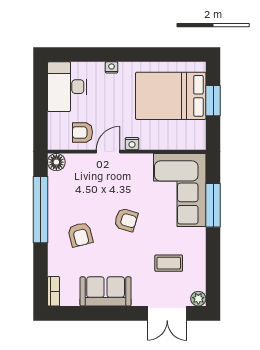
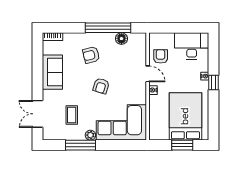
window: (121, 55) -> (214, 83), added
floor lamp: (56, 162) -> (121, 39), moved
window: (213, 205) -> (81, 145), moved
plant: (198, 299) -> (90, 135), moved

